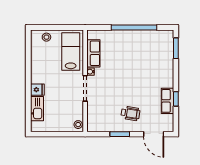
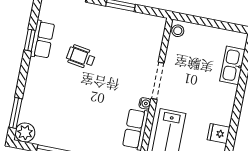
plant: (167, 36) -> (25, 133), added
fridge: (37, 90) -> (219, 134), moved
wheelchair: (130, 113) -> (81, 57), moved

